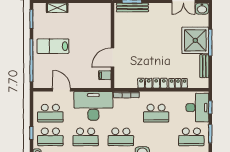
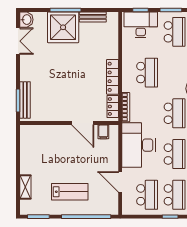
lab bench: (53, 46) -> (70, 192), turned -90
locker: (178, 83) -> (113, 106), moved
door: (62, 90) -> (120, 182), hinge flipped

